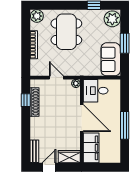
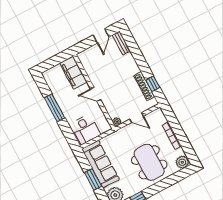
sofa: (111, 59) -> (101, 164), width x1.36
desk: (96, 91) -> (86, 129), moved, turned 90
door: (82, 118) -> (96, 94), width x0.53
wardrobe: (69, 157) -> (88, 55), removed

